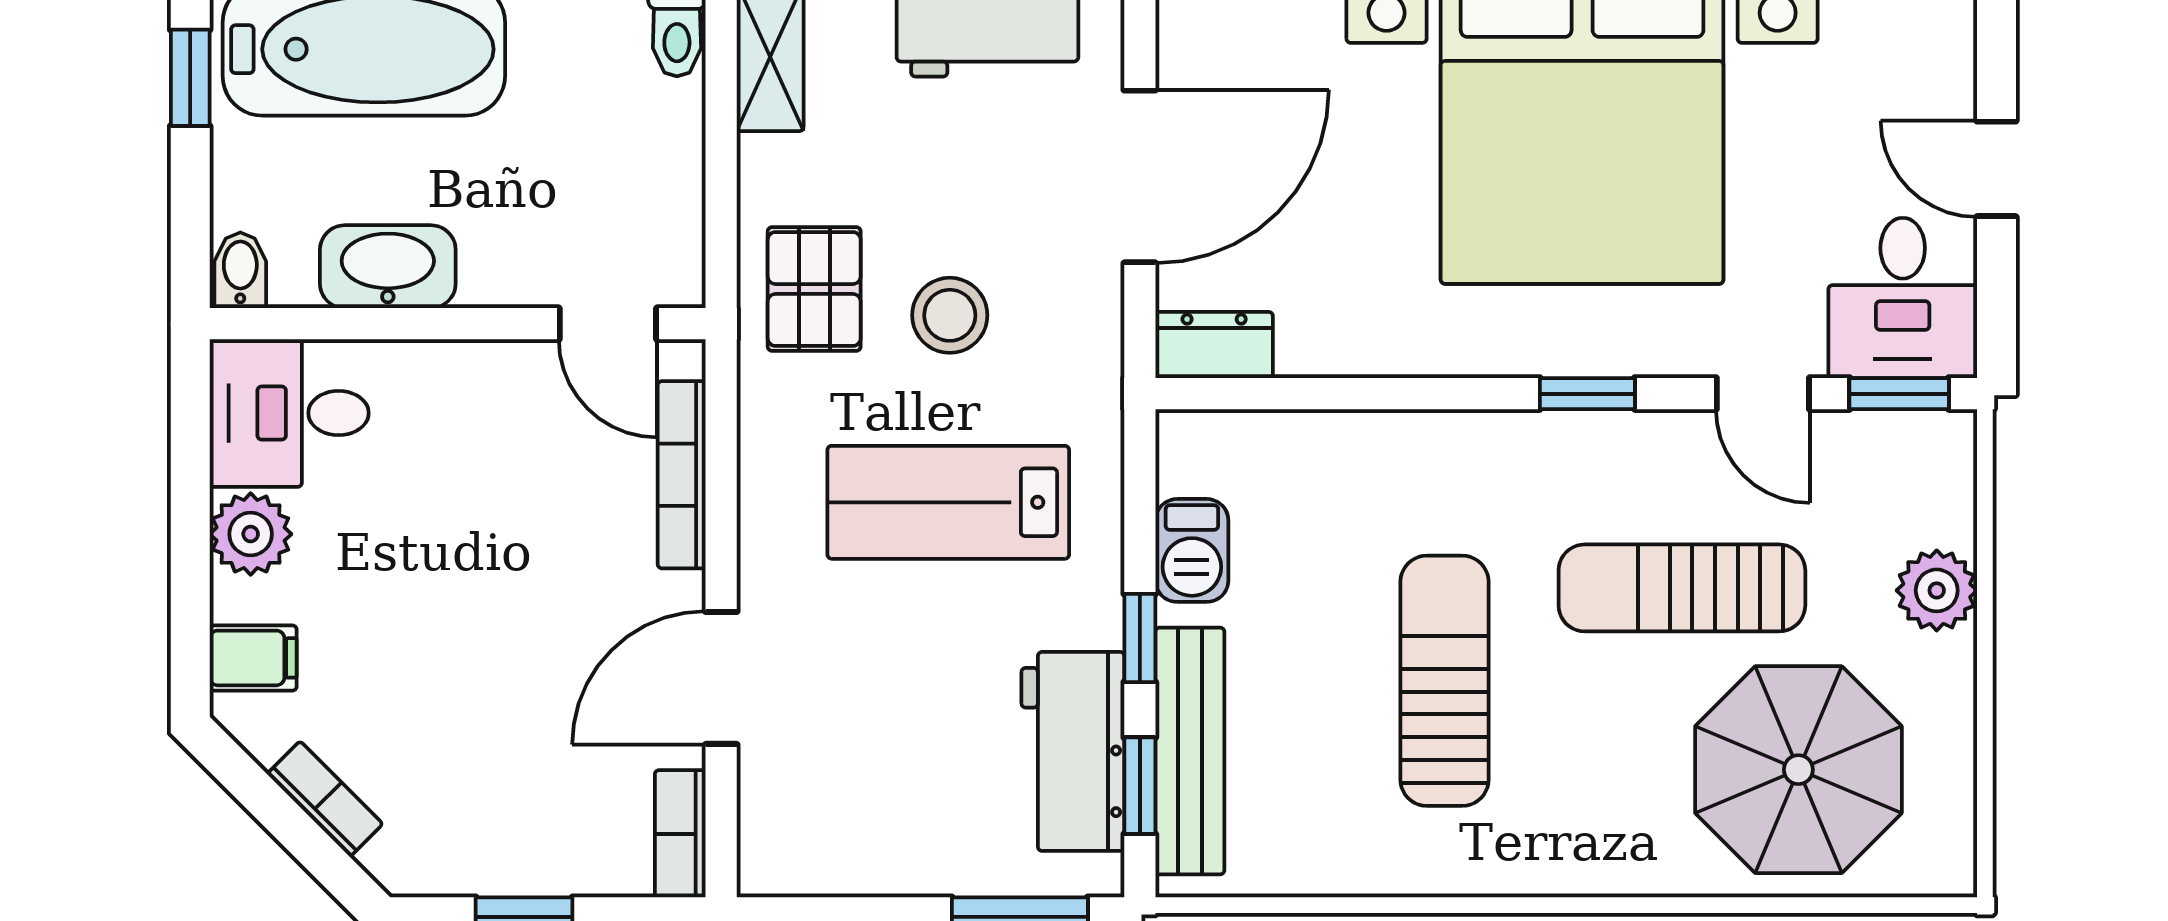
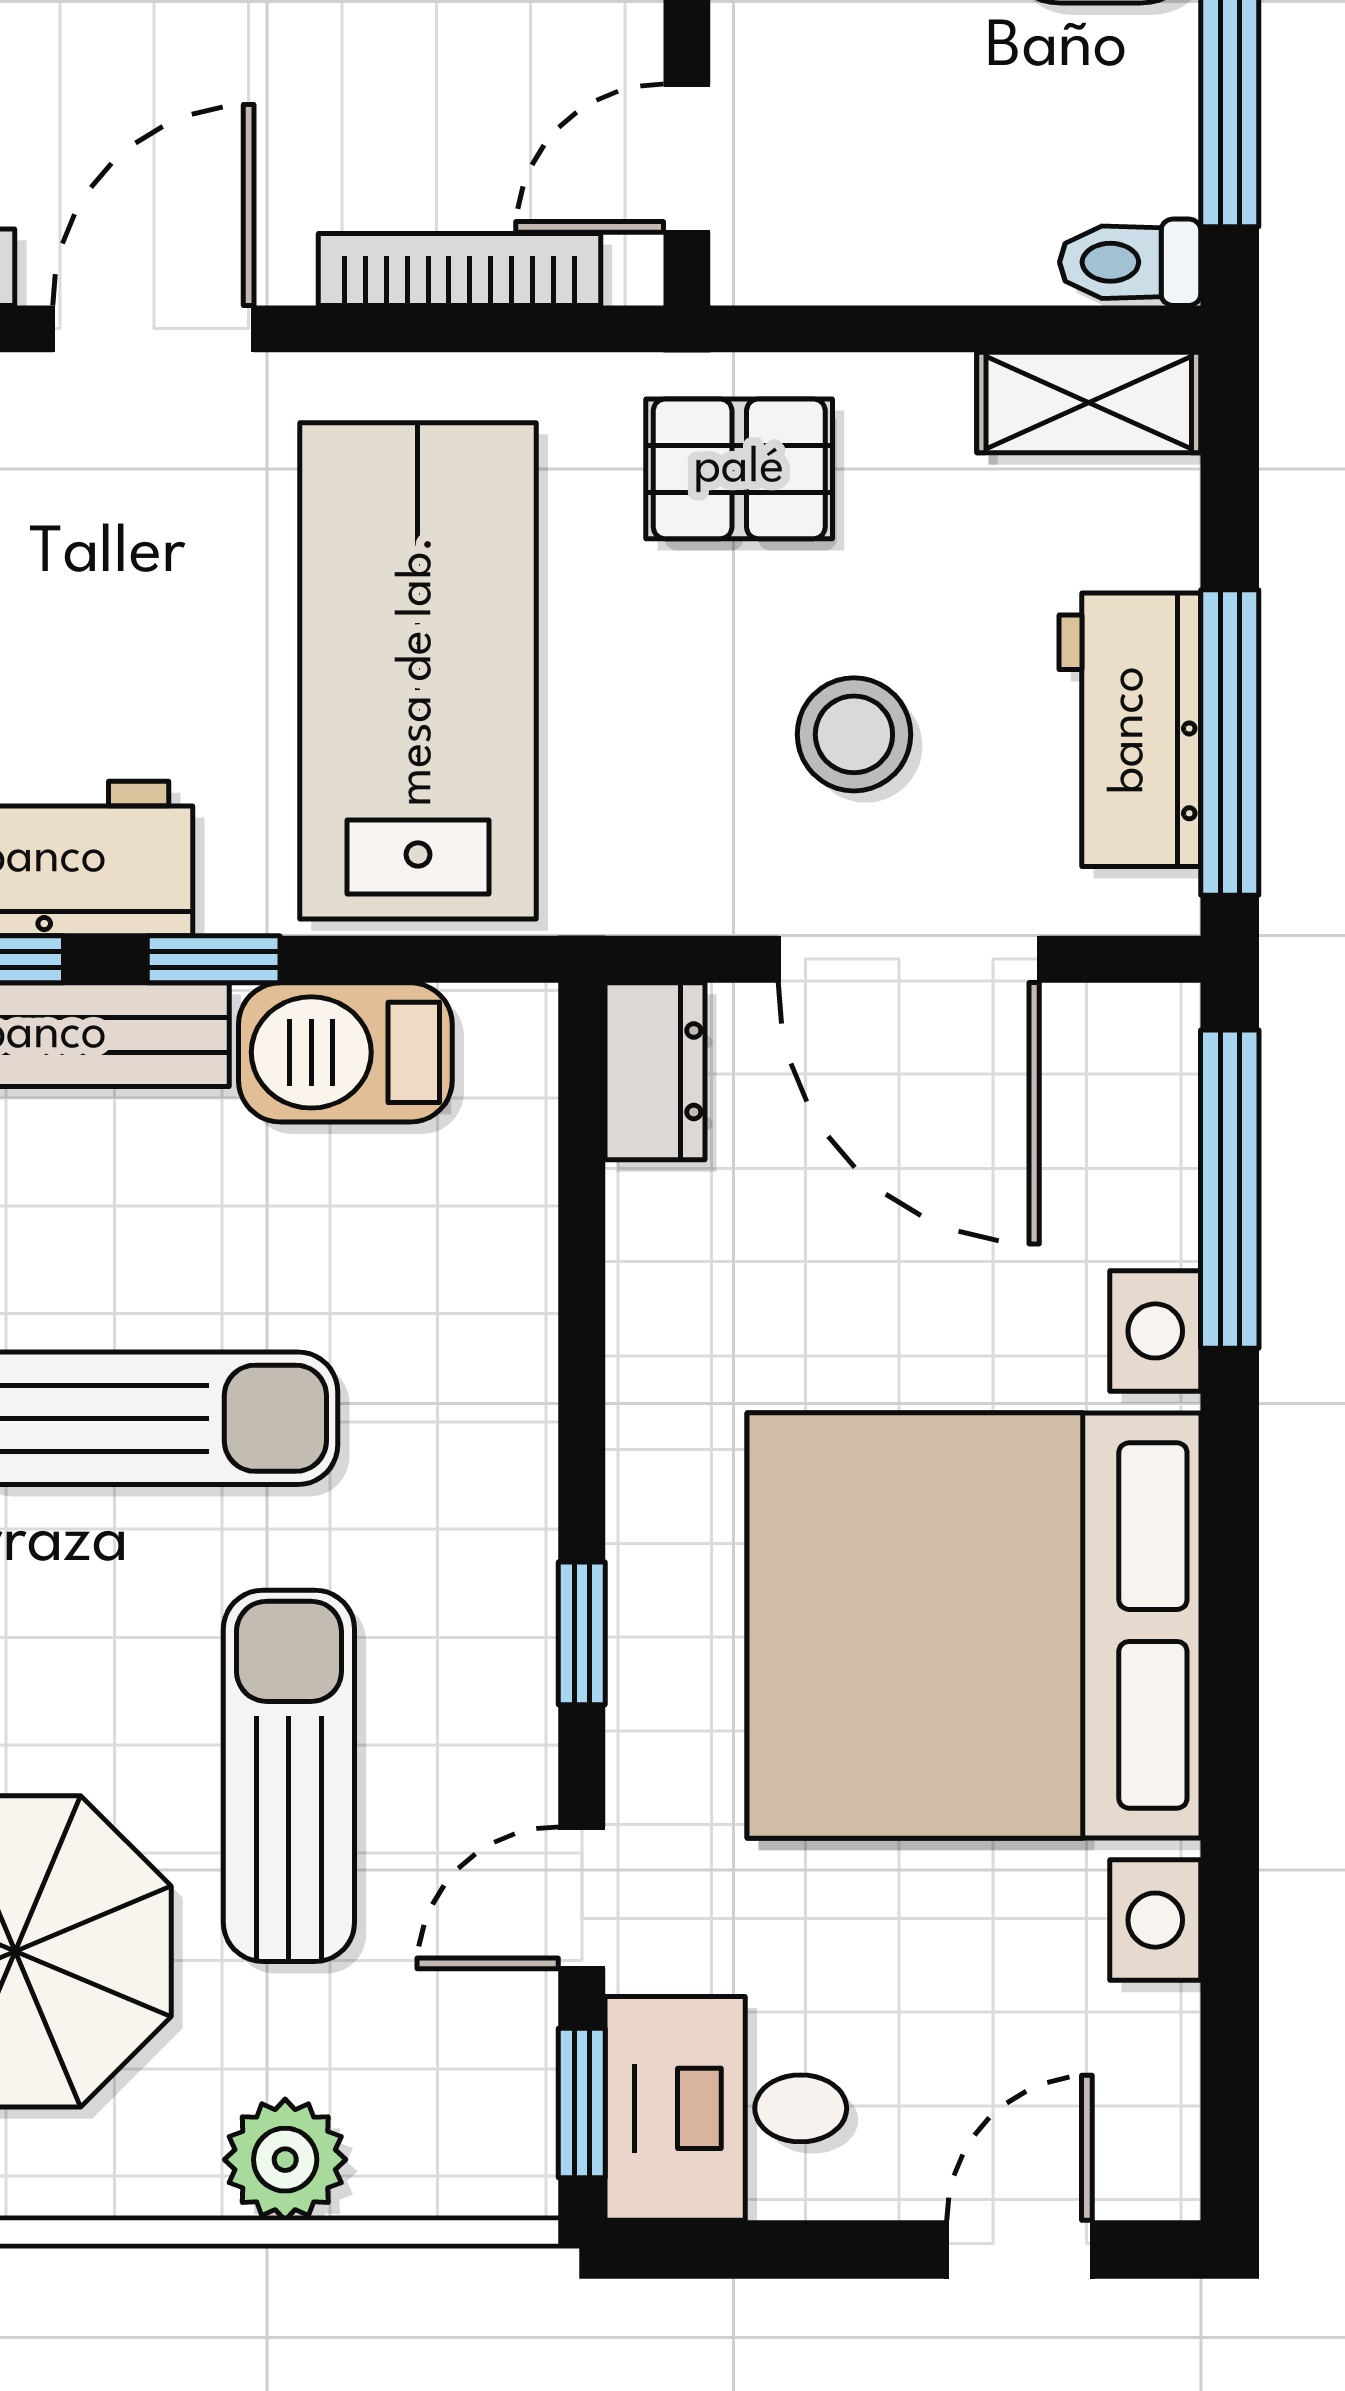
door: (1996, 169) -> (1020, 2249), moved
stool: (950, 315) -> (854, 734), moved
lab bench: (948, 502) -> (418, 671), width x1.36, depth x1.39
barbecue: (1192, 550) -> (345, 1052), width x1.38, depth x1.27
door: (721, 678) -> (153, 329), hinge flipped

